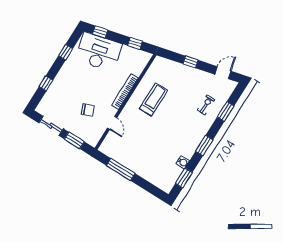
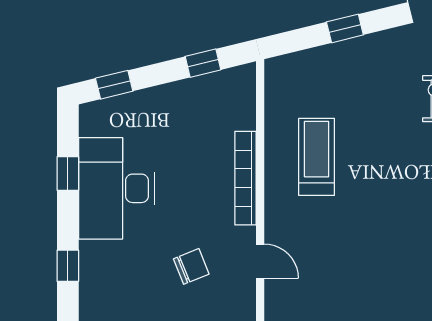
desk: (99, 52) -> (117, 188), moved, turned -76

